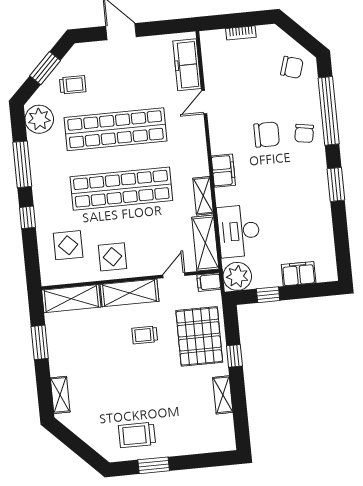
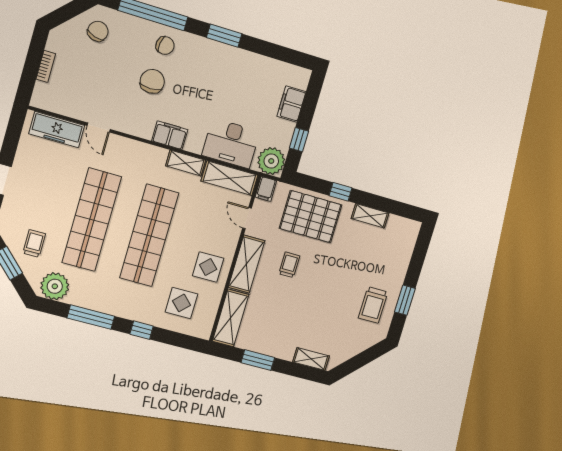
trolley: (145, 335) -> (289, 265), turned 180

